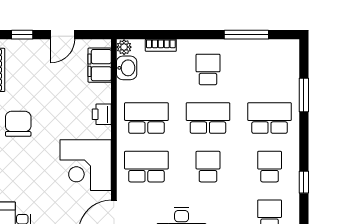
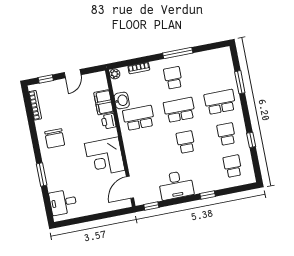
window: (246, 35) -> (178, 53), moved
filing cabinet: (100, 65) -> (104, 102), moved
washbasin: (127, 68) -> (122, 100), moved
chair: (18, 124) -> (55, 138), turned 180
school desk: (146, 167) -> (145, 150), removed

